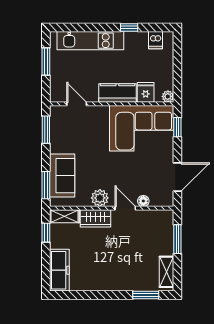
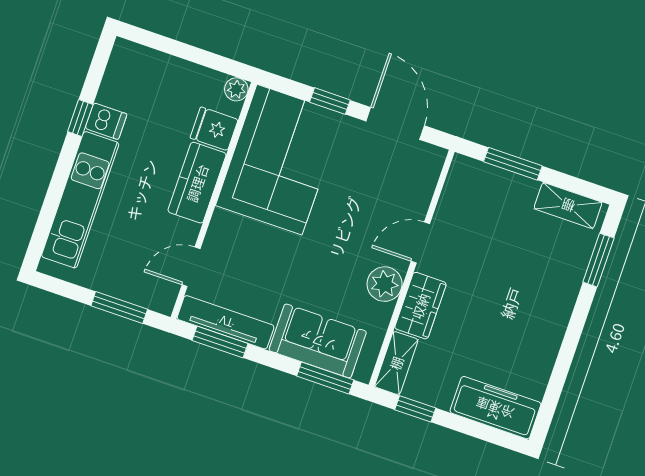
dishwasher: (156, 40) -> (106, 121), moved
window: (46, 62) -> (119, 307), moved
window: (177, 127) -> (330, 101), moved
tv unit: (56, 129) -> (226, 322), added
floor lamp: (143, 201) -> (419, 204), removed

